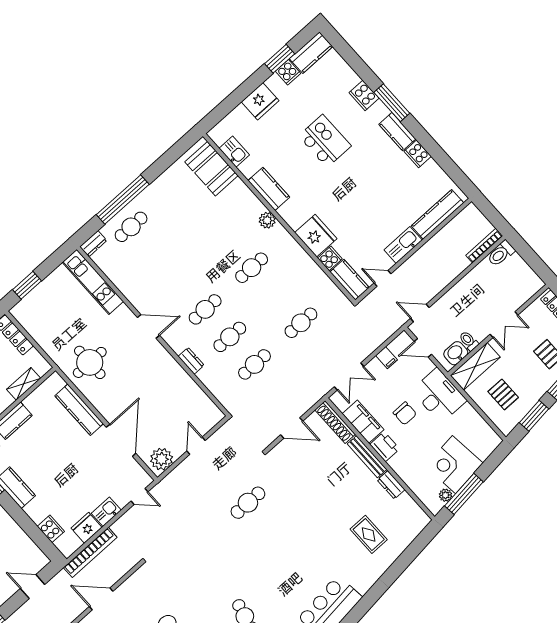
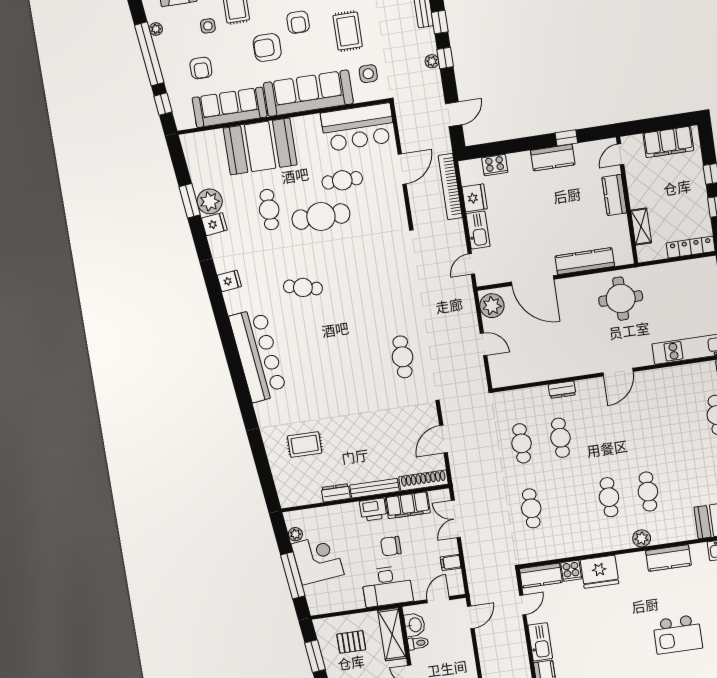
cafe table: (205, 309) -> (648, 492), moved
window: (464, 494) -> (293, 575), moved
kitchen sink: (106, 512) -> (478, 230), width x1.38

